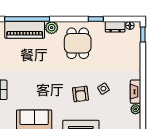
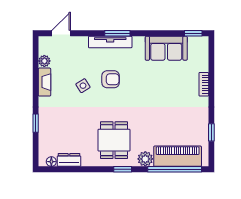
window: (96, 19) -> (123, 169), moved
window: (143, 35) -> (36, 123), moved
armchair: (80, 94) -> (111, 79), turned 97

